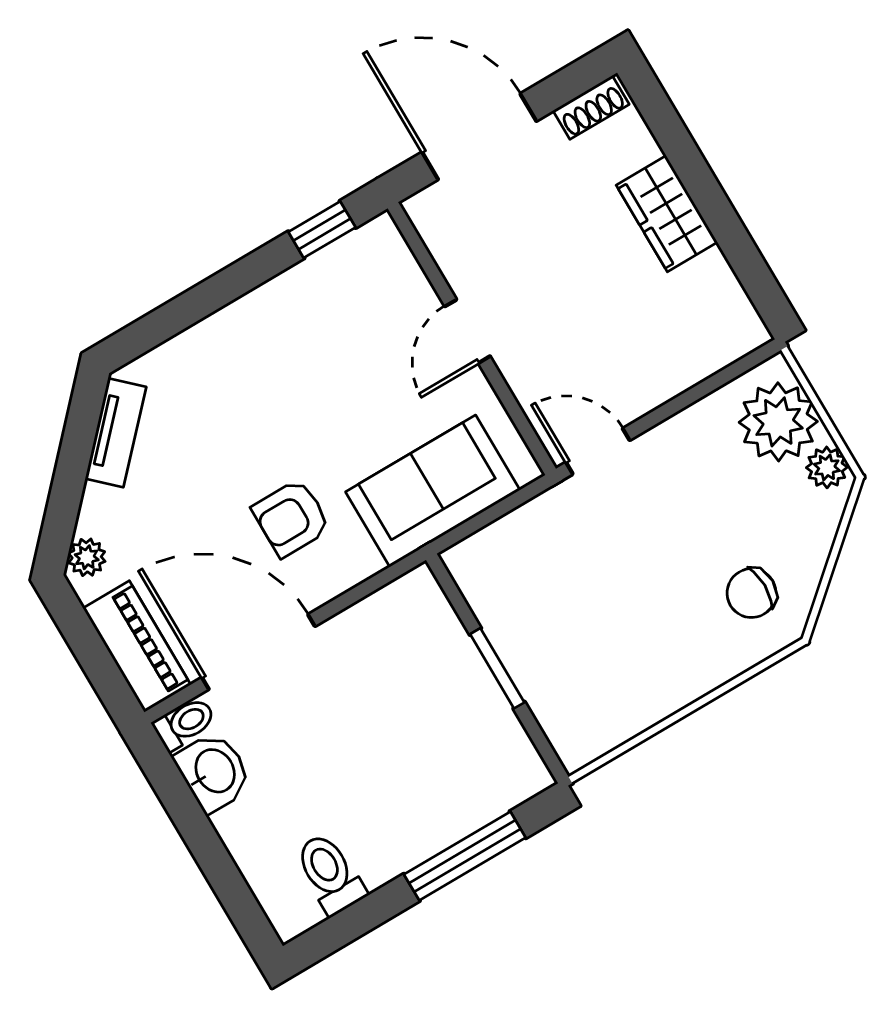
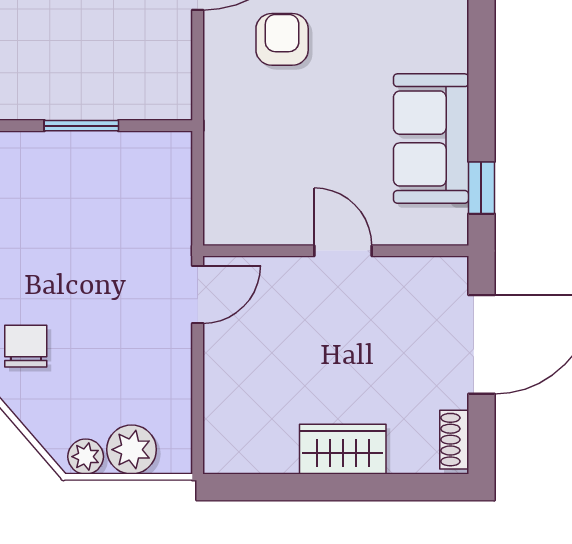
plant: (778, 422) -> (132, 450), width x0.73, depth x0.73
sofa: (433, 491) -> (431, 139), moved, turned 180

